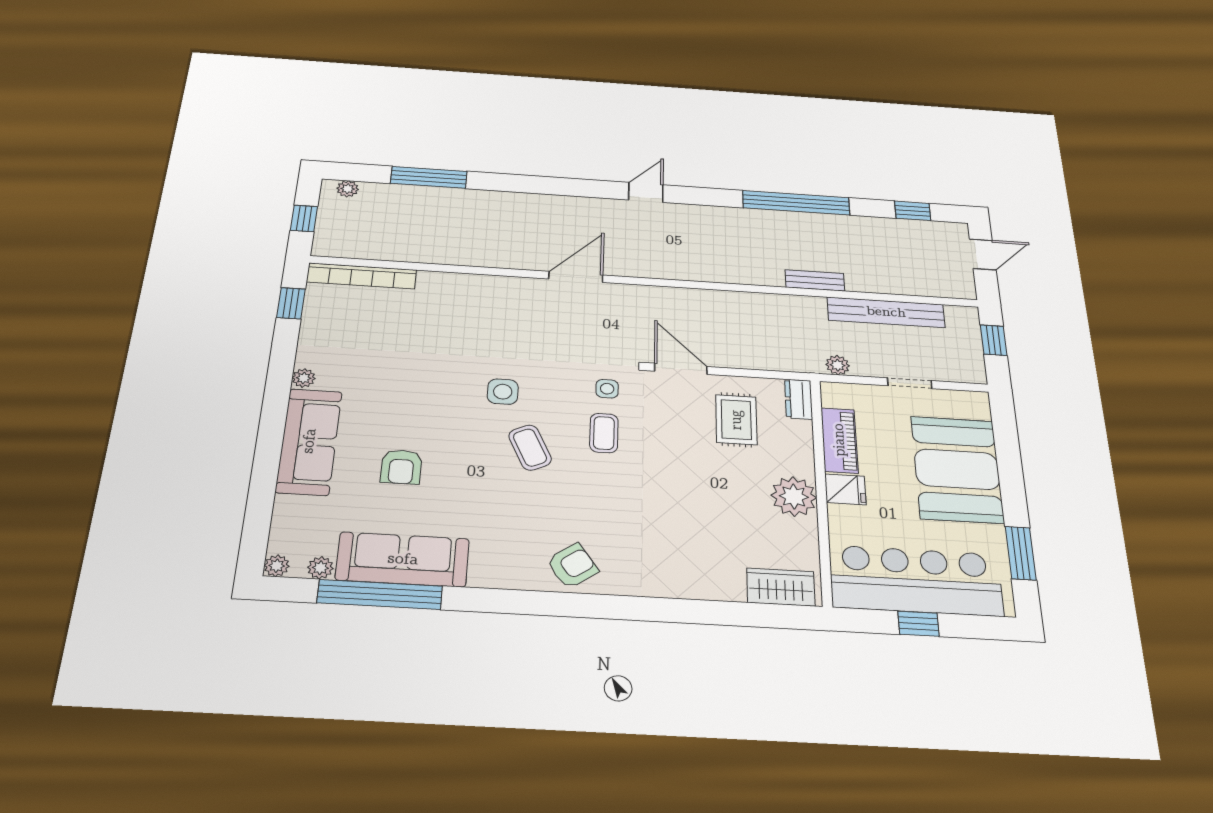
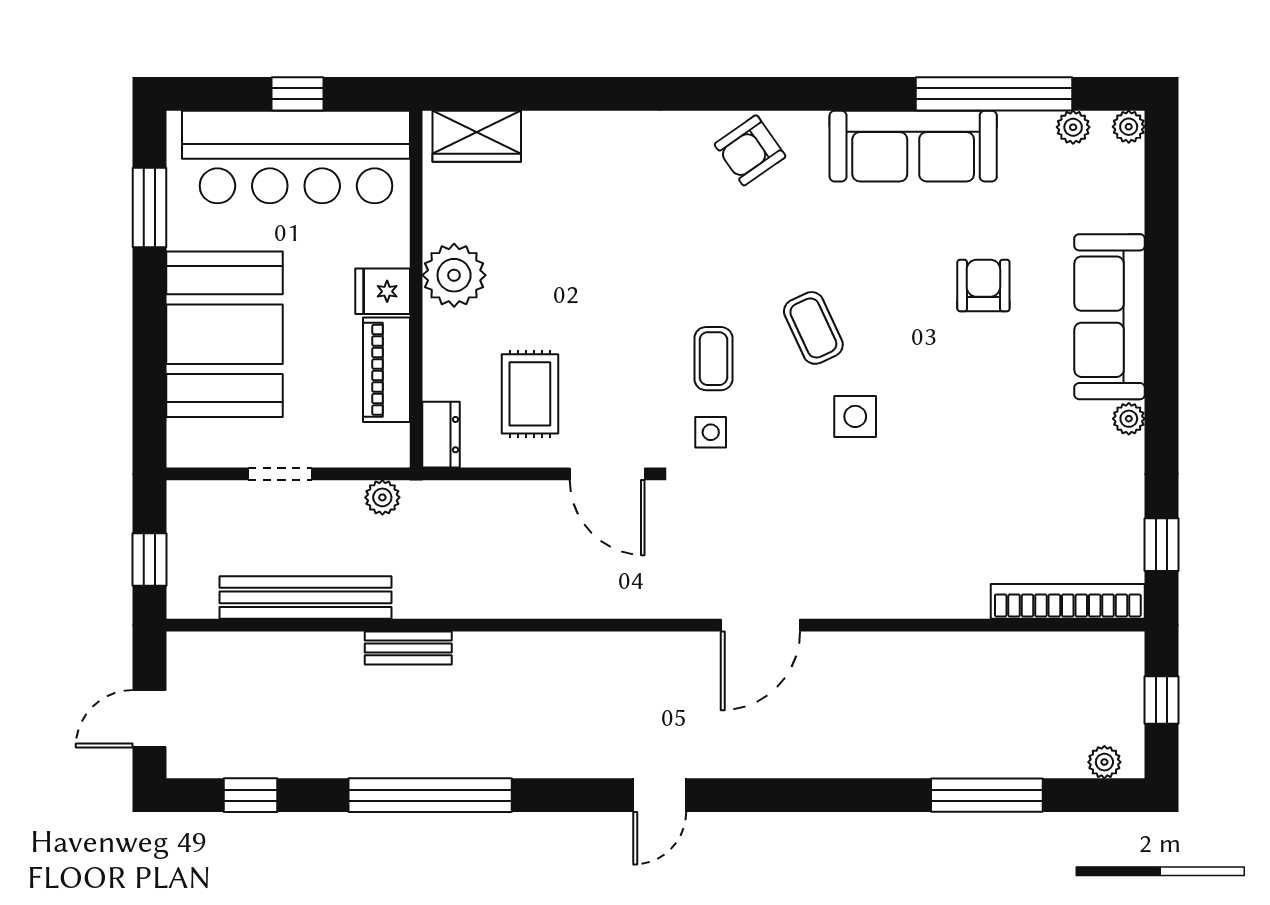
sofa: (403, 559) -> (913, 146), moved

